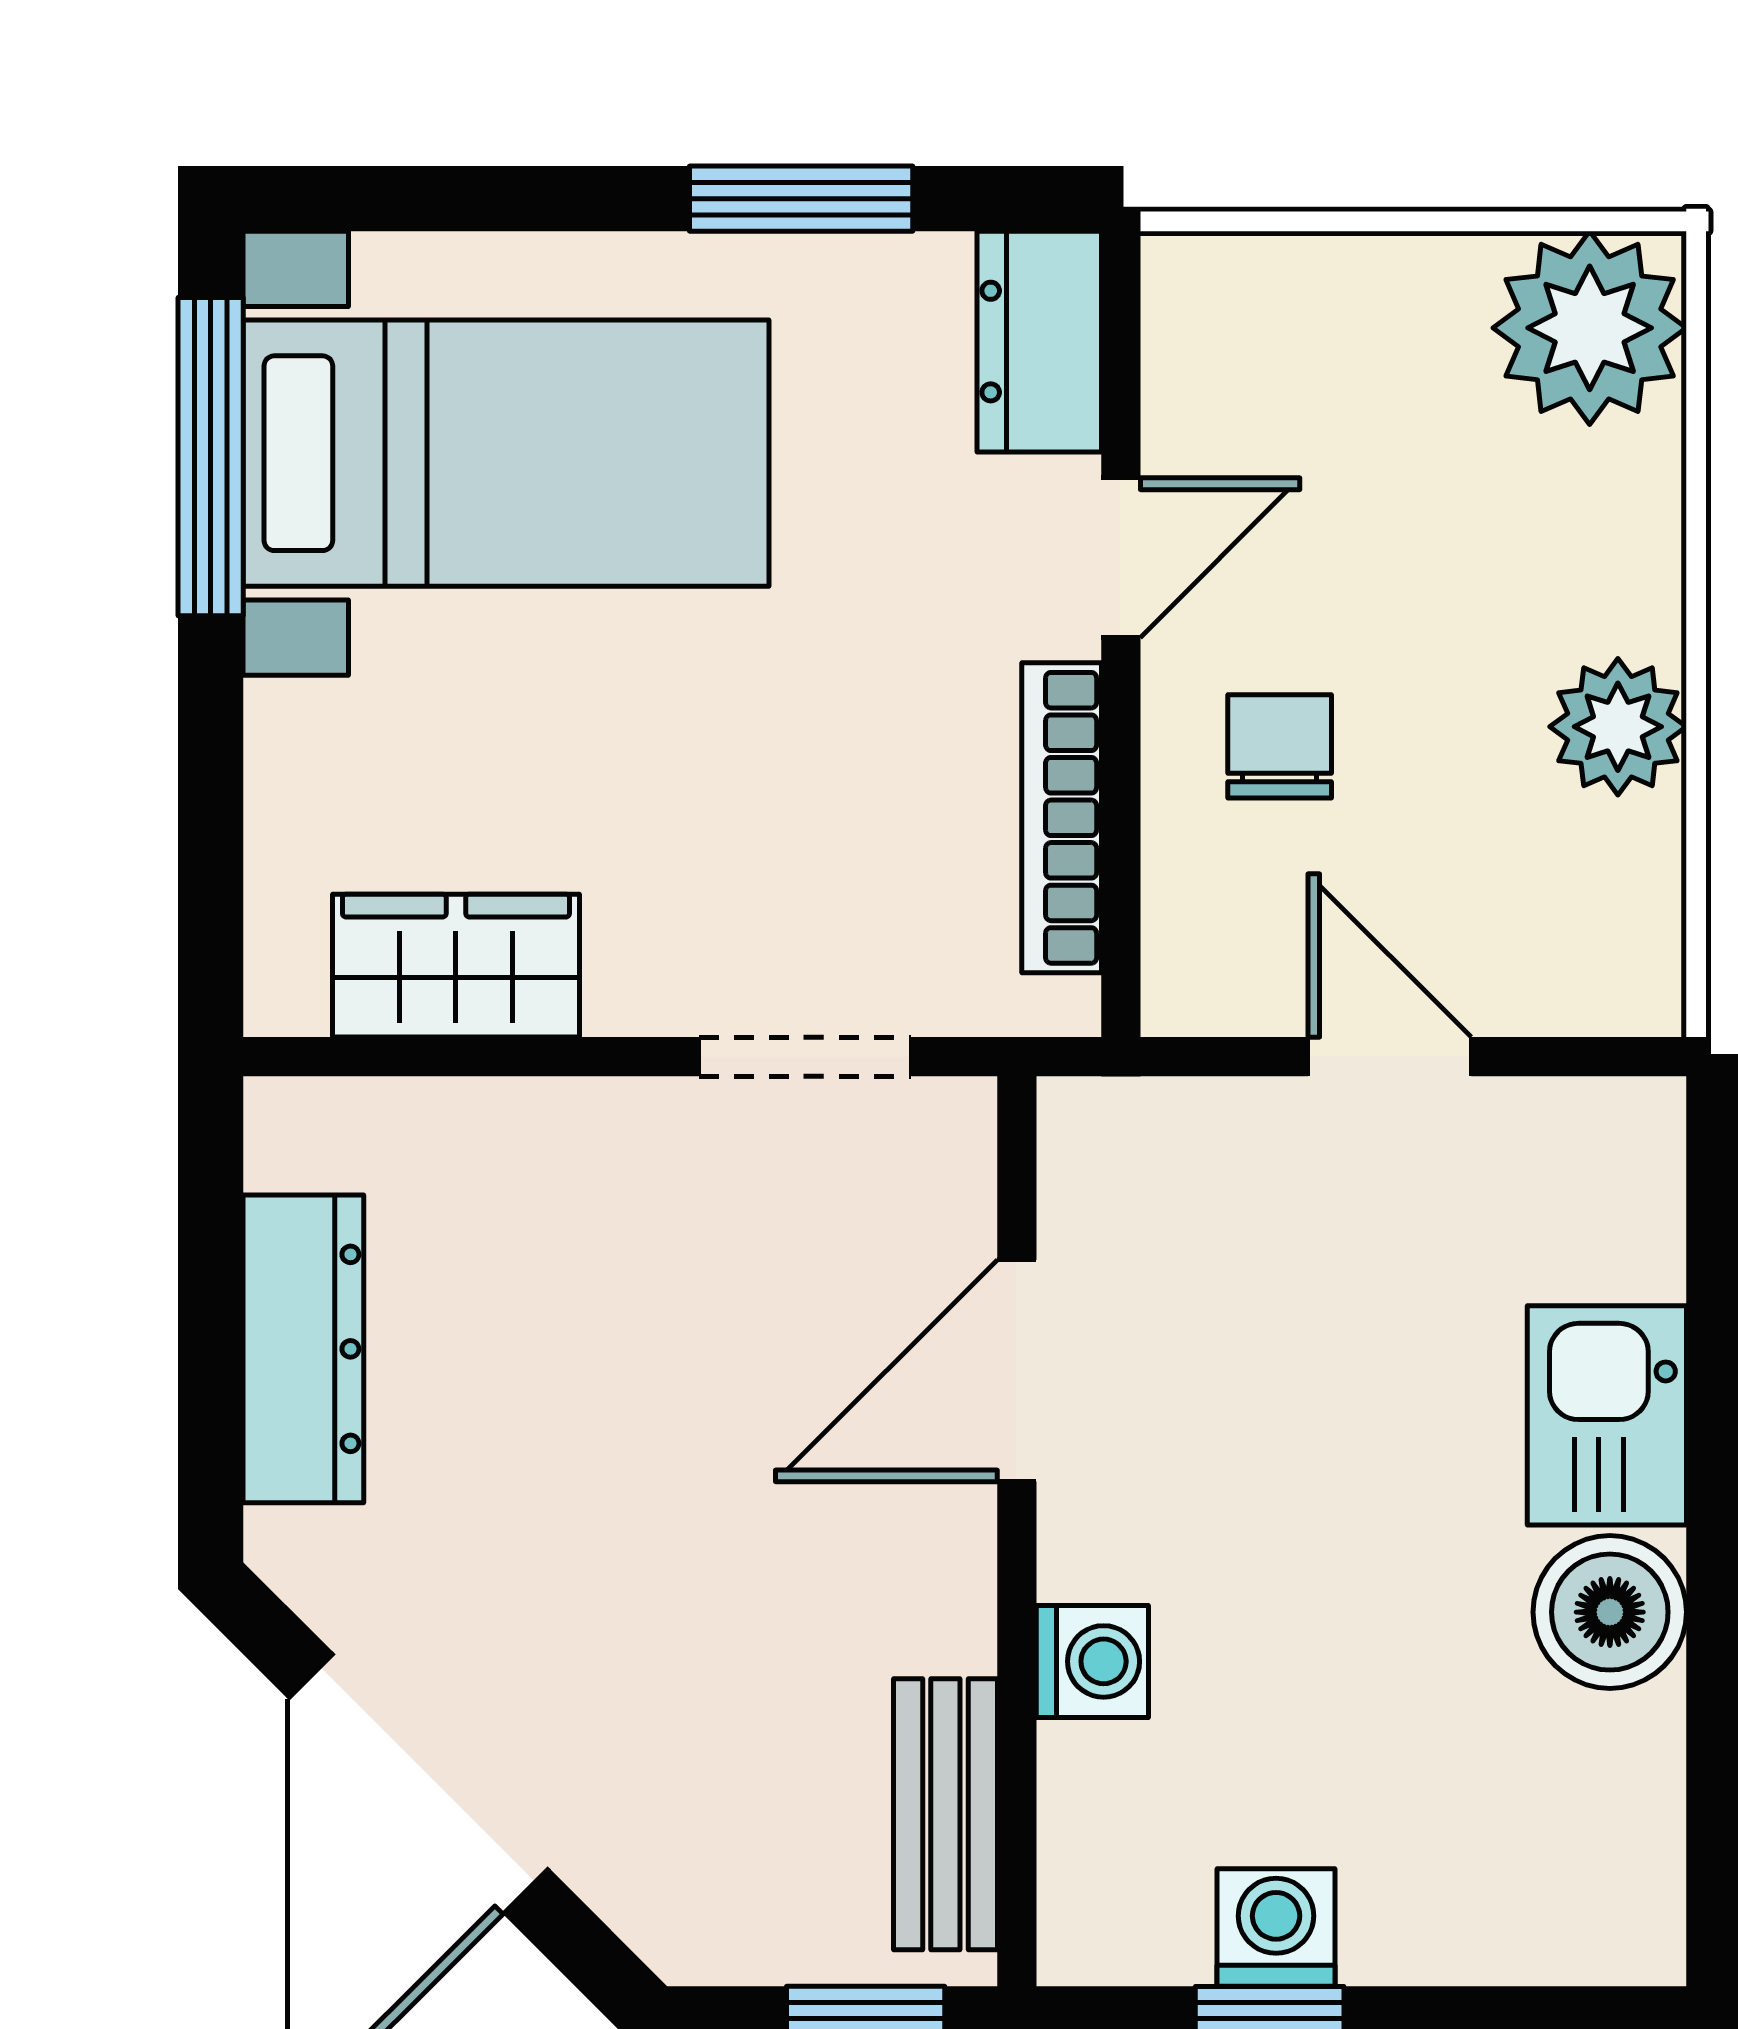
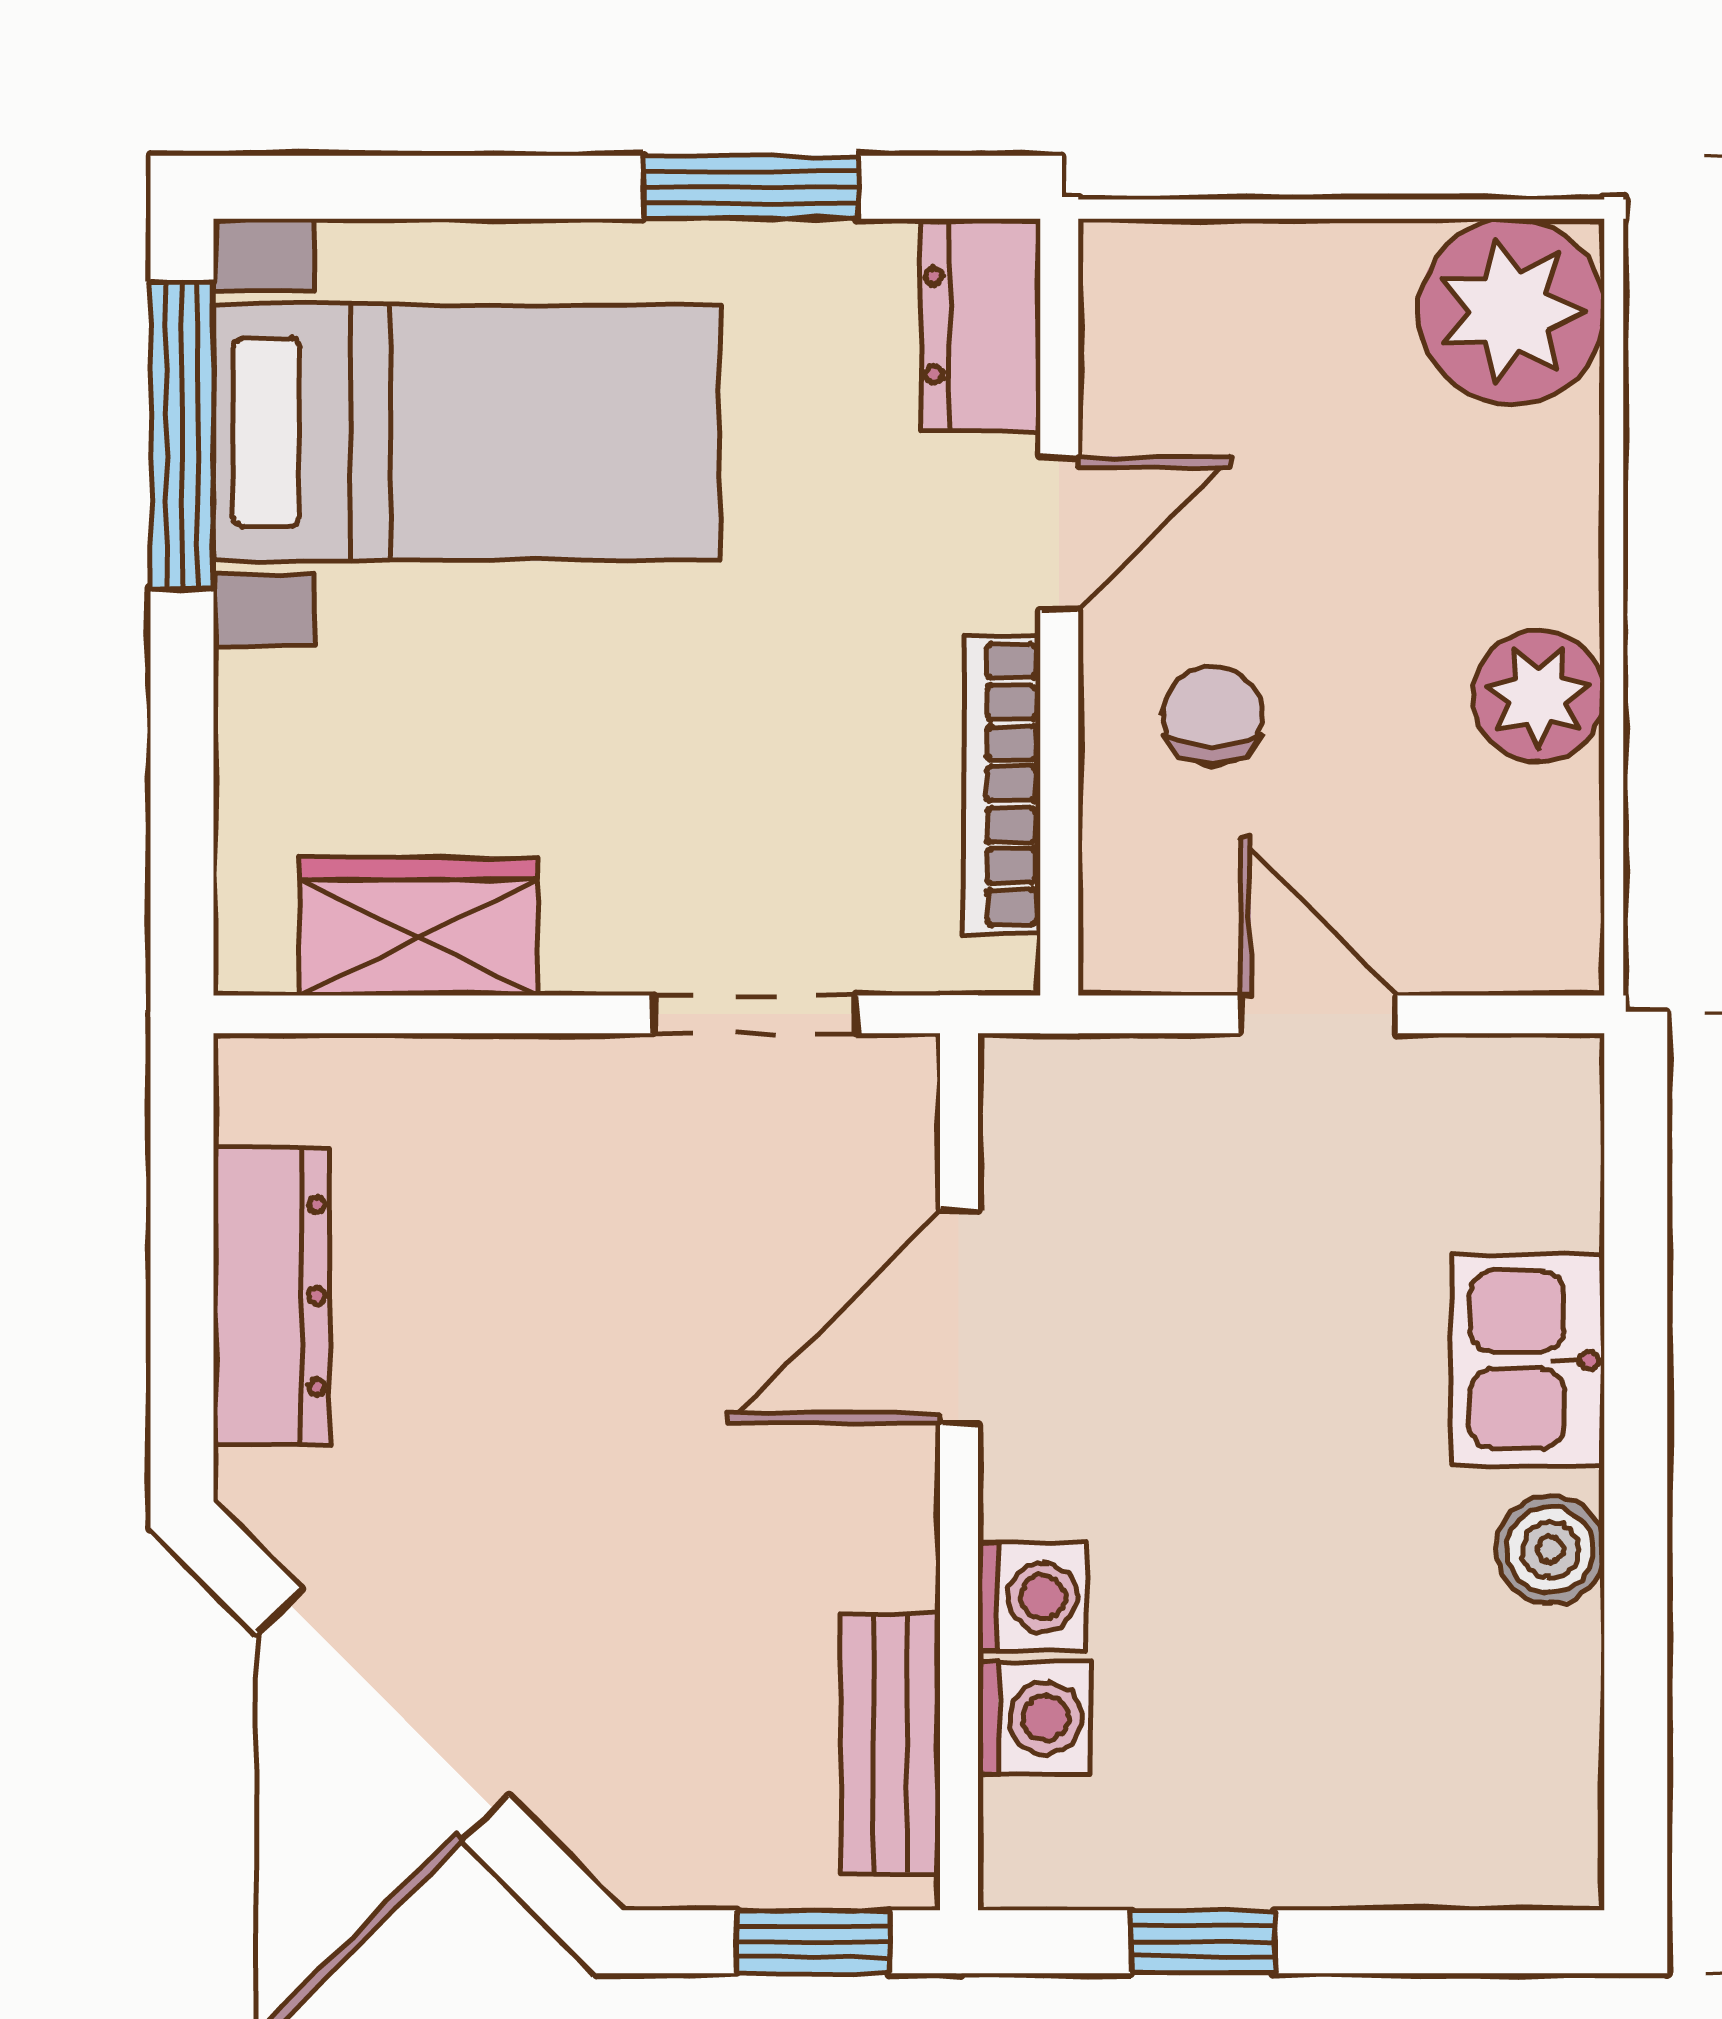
boiler: (1610, 1612) -> (1550, 1550), width x0.73, depth x0.73
washing machine: (1276, 1928) -> (1034, 1718), moved, turned 90

